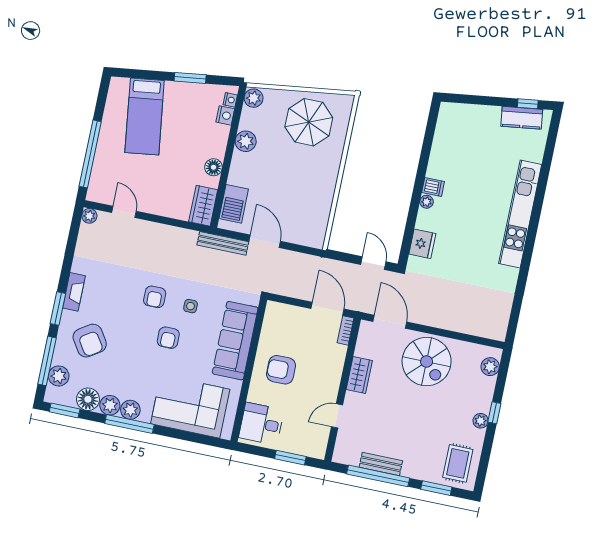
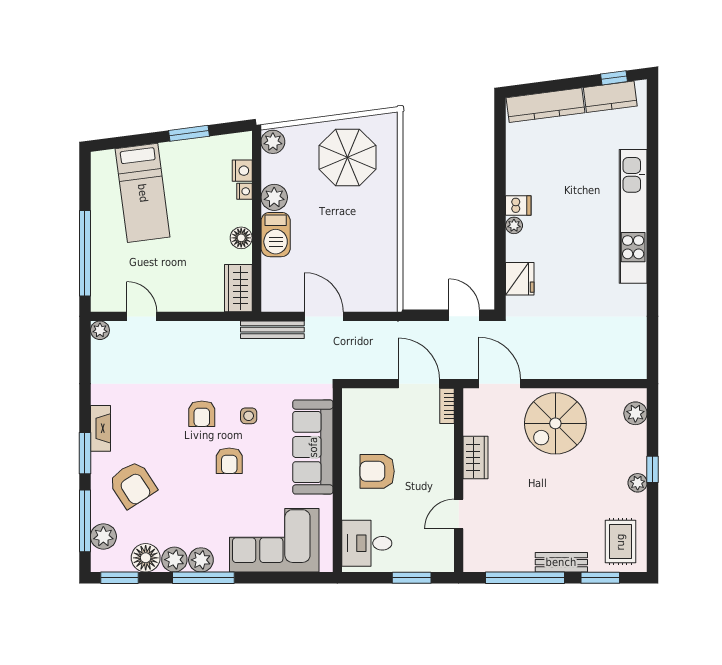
nightstand: (230, 100) -> (244, 191), moved
kitchen counter: (470, 114) -> (546, 105), added
barbecue: (234, 204) -> (276, 235), moved
spiral stairs: (427, 362) -> (555, 423), turned 90
bench: (381, 464) -> (561, 562), moved

